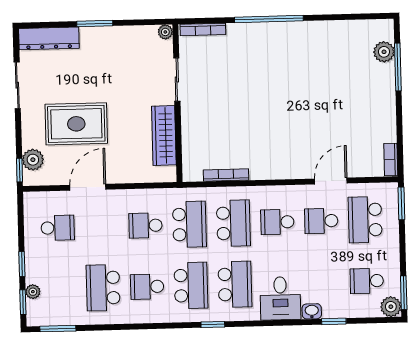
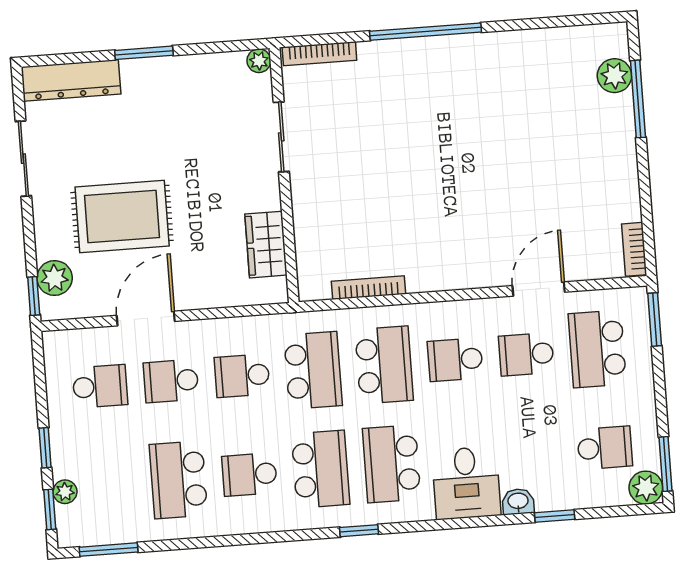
wardrobe: (164, 135) -> (266, 245), width x0.67
school desk: (102, 227) -> (171, 381), added
school desk: (367, 281) -> (605, 448), turned 180
school desk: (235, 284) -> (392, 464), turned 180

